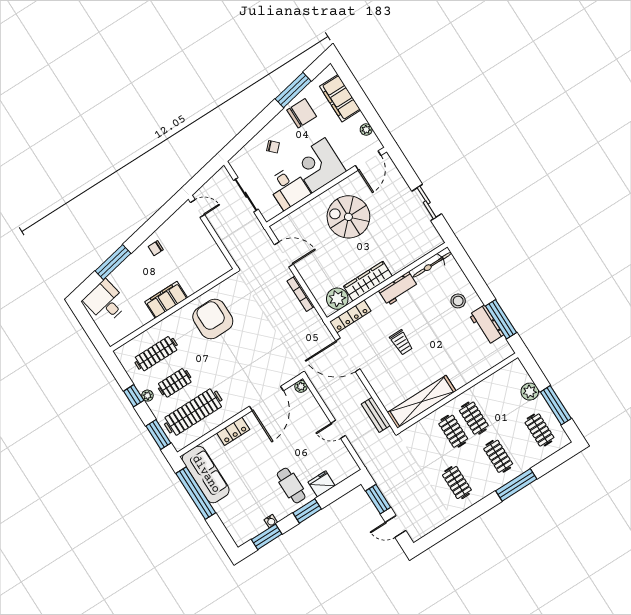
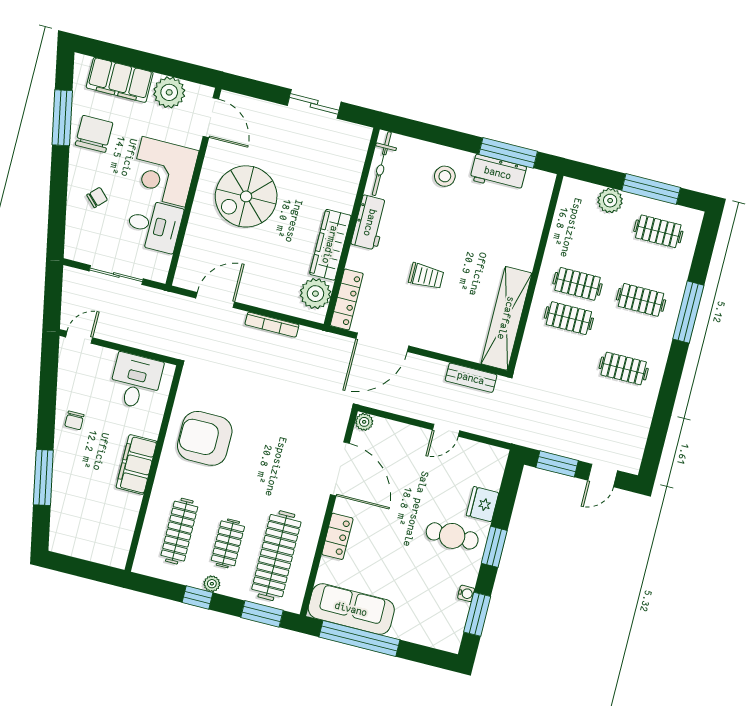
plant: (366, 130) -> (169, 92), width x1.87, depth x1.87
desk: (106, 302) -> (136, 381), moved, turned 101

